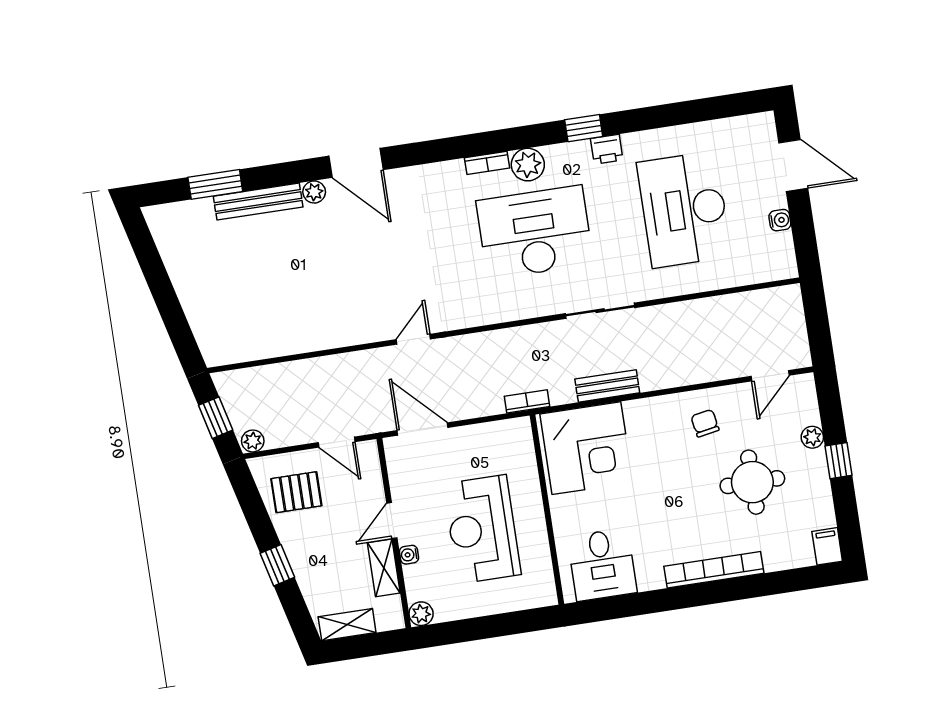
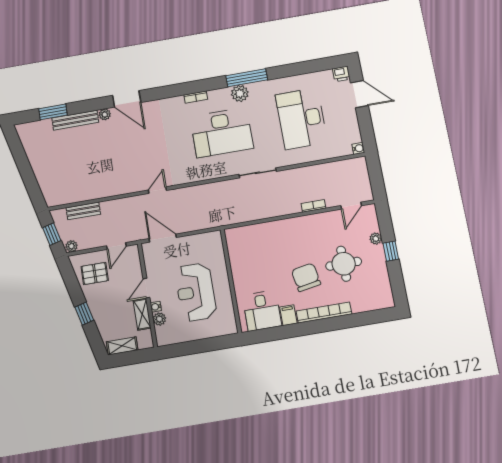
window: (584, 128) -> (247, 78), width x2.17
printer: (607, 149) -> (341, 74), moved
plant: (528, 165) -> (240, 93), moved
water cooler: (780, 220) -> (358, 148), moved
desk: (535, 232) -> (222, 132), turned 180
bench: (607, 386) -> (83, 211), moved
bookcase: (527, 401) -> (313, 206), moved
chair: (705, 423) -> (306, 277), moved, width x1.87, depth x1.87
door: (337, 442) -> (116, 246), hinge flipped
corner desk: (586, 448) -> (252, 247), removed
filing cabinet: (827, 546) -> (288, 315), moved
plant: (421, 614) -> (159, 319), moved

